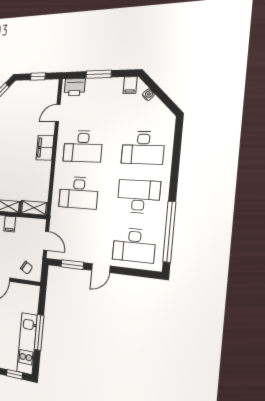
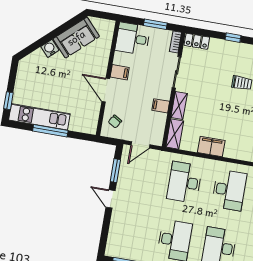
desk: (83, 146) -> (229, 190), turned 180
filing cabinet: (45, 148) -> (211, 147), moved
desk: (134, 245) -> (130, 232), removed

